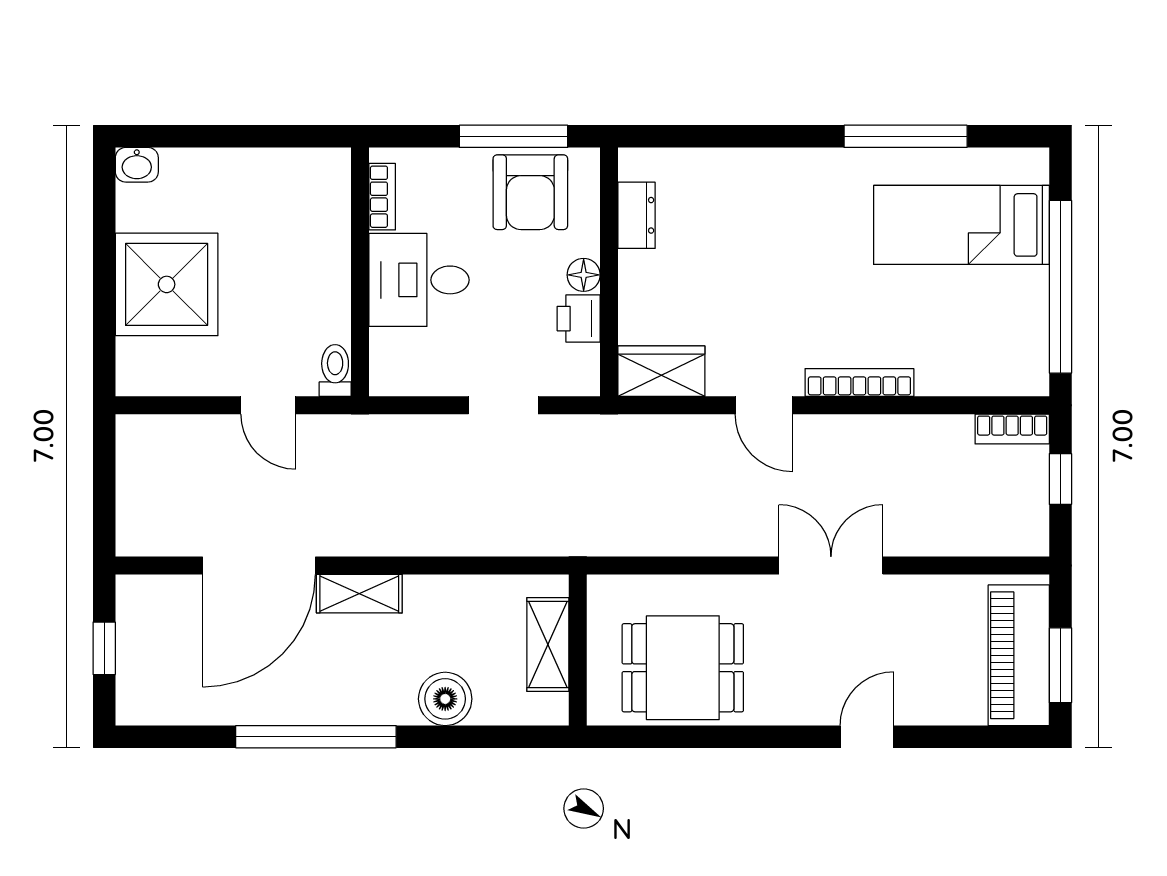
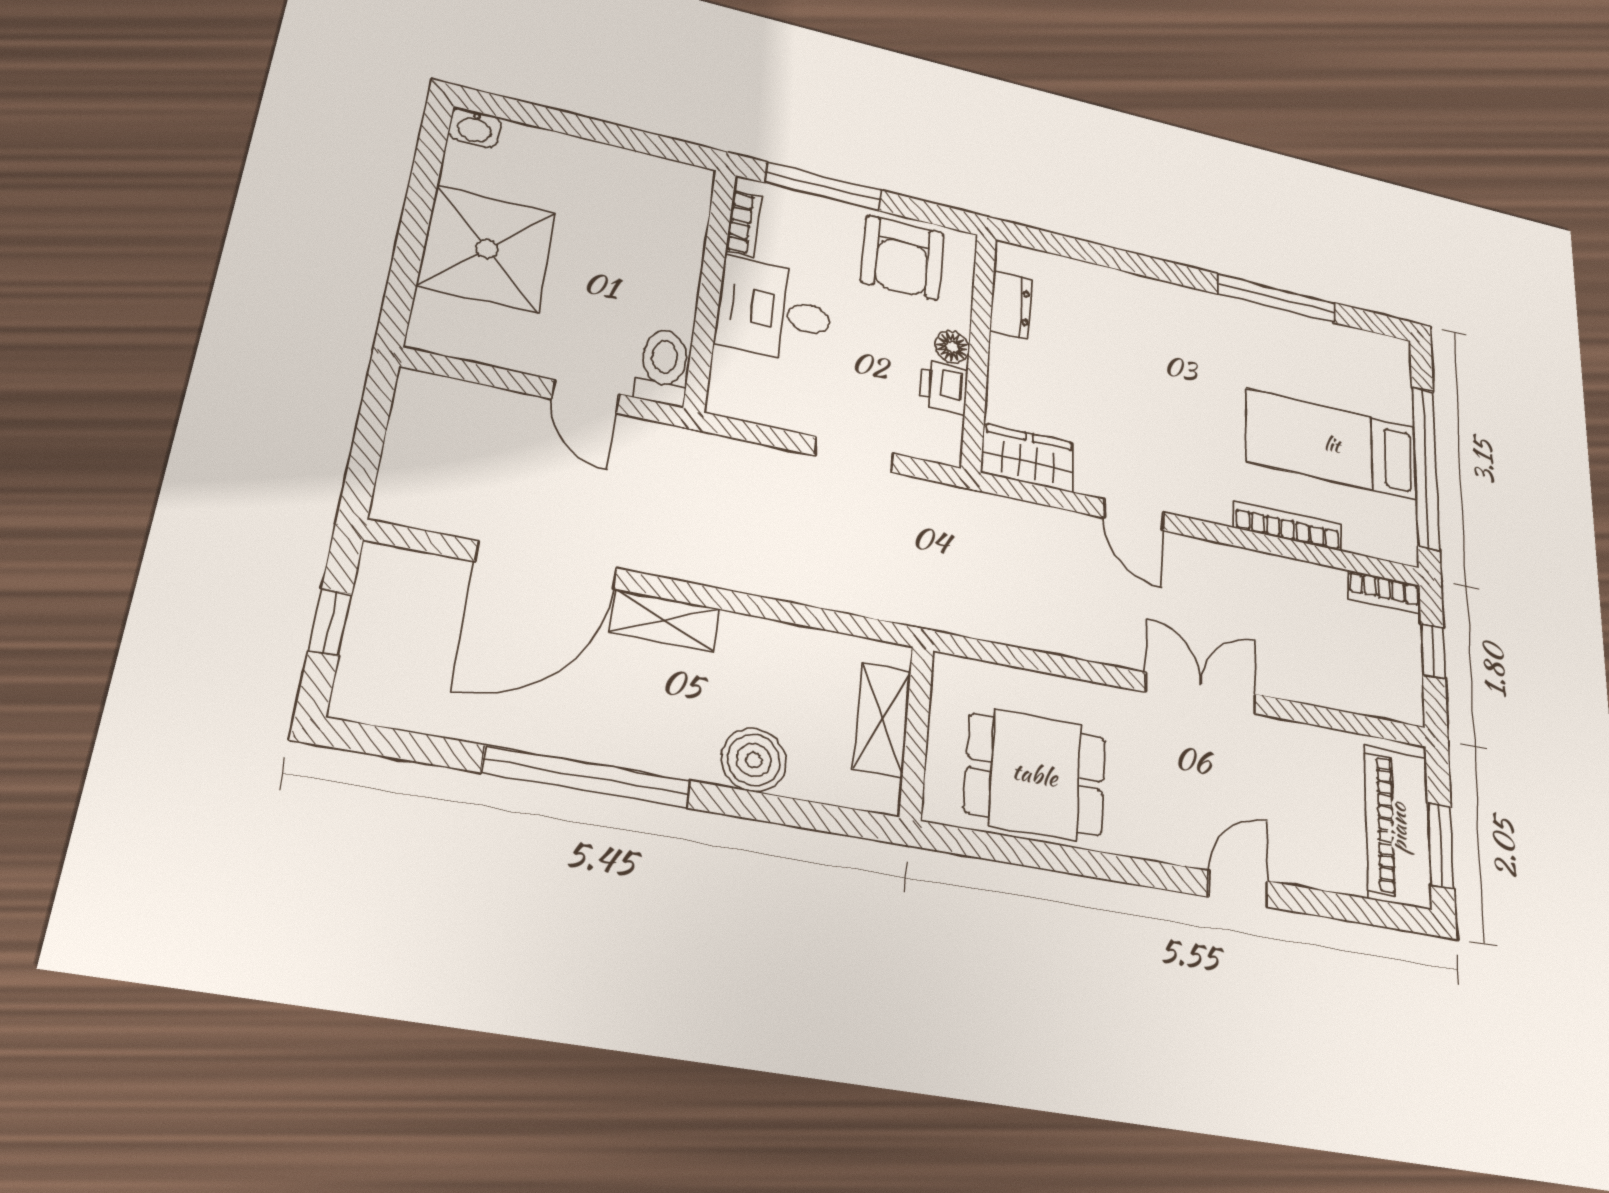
window: (514, 136) -> (824, 187), moved
bed: (961, 225) -> (1332, 444), moved
toilet: (335, 370) -> (663, 367), width x1.37, depth x1.39
bookcase: (859, 383) -> (1288, 526), moved

